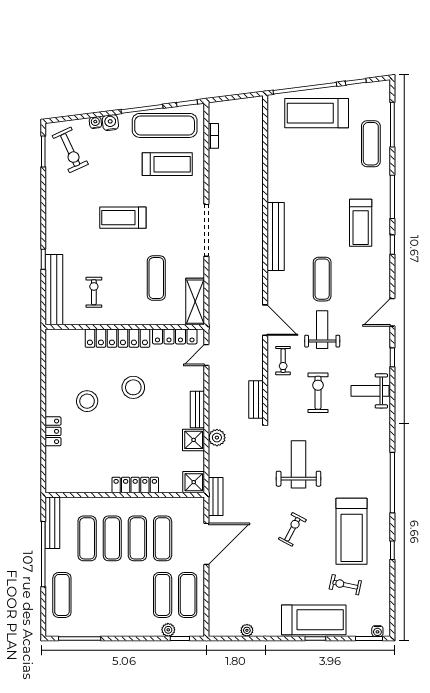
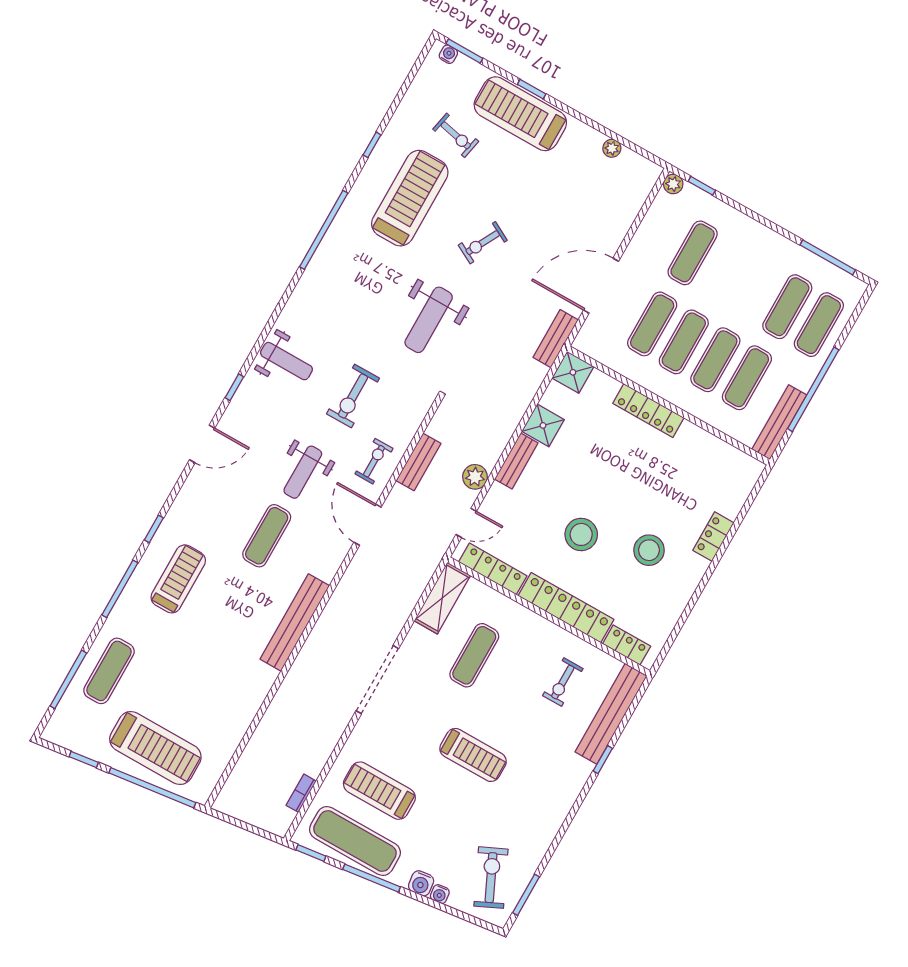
locker: (68, 336) -> (627, 645), added
bench: (256, 399) -> (419, 462), moved
plant: (217, 438) -> (475, 477), moved
exercise mat: (188, 595) -> (787, 307), moved
plant: (168, 630) -> (673, 184), moved

